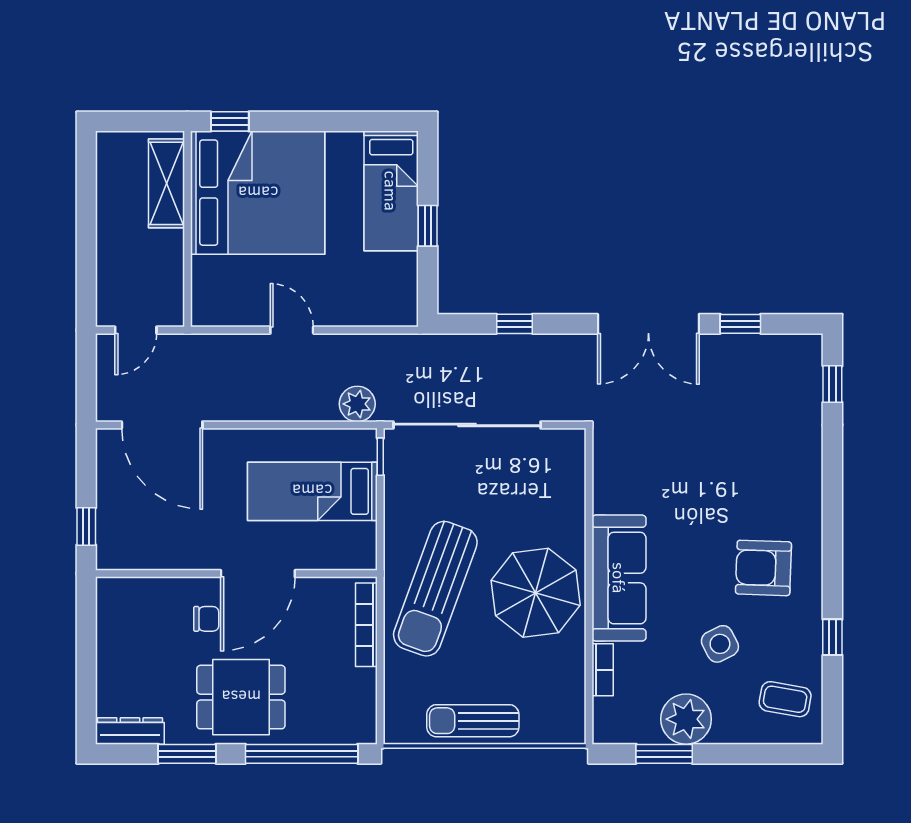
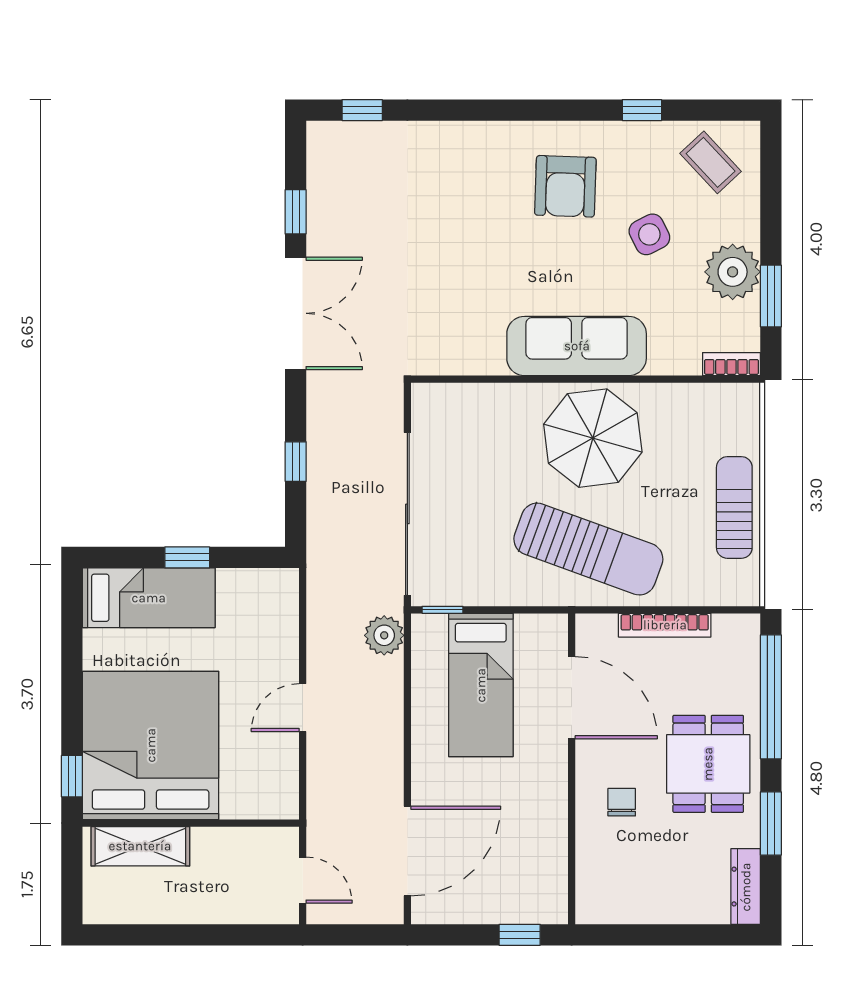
door: (258, 574) -> (572, 698), moved
bookcase: (366, 625) -> (665, 625), moved
bookcase: (603, 670) -> (731, 364), moved
coffee table: (785, 699) -> (711, 162), turned -53
sun lounger: (473, 721) -> (734, 507), turned 180

